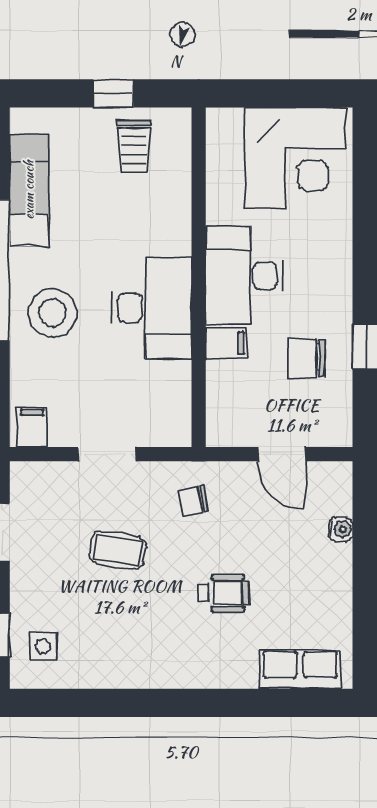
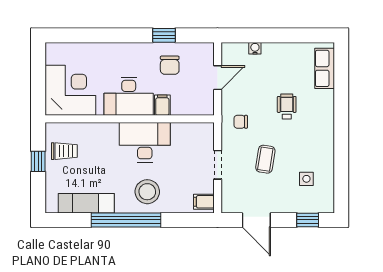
corner desk: (295, 158) -> (70, 90), moved
chair: (193, 501) -> (241, 122), turned 102
side table: (43, 646) -> (306, 179), moved

